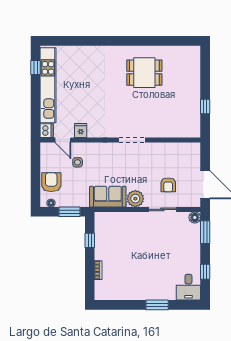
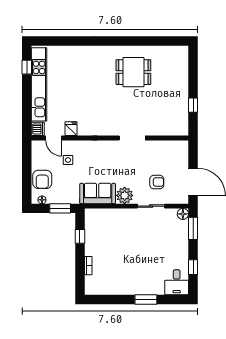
doorway: (132, 140) -> (132, 138), moved
armchair: (51, 182) -> (42, 179), turned 180
armchair: (168, 185) -> (157, 182), turned -90

